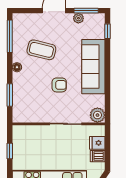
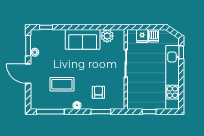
coffee table: (41, 50) -> (62, 84), turned 76
sofa: (93, 67) -> (83, 39), width x0.73
armchair: (59, 85) -> (98, 92), moved
plant: (97, 115) -> (107, 36), moved

